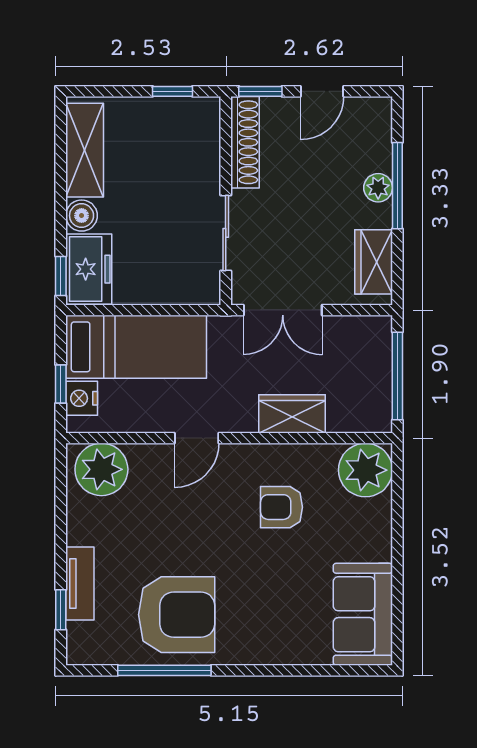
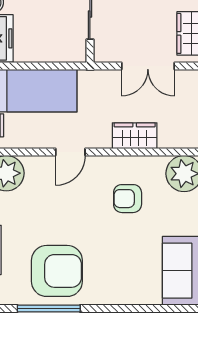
double door: (283, 310) -> (148, 66), moved

